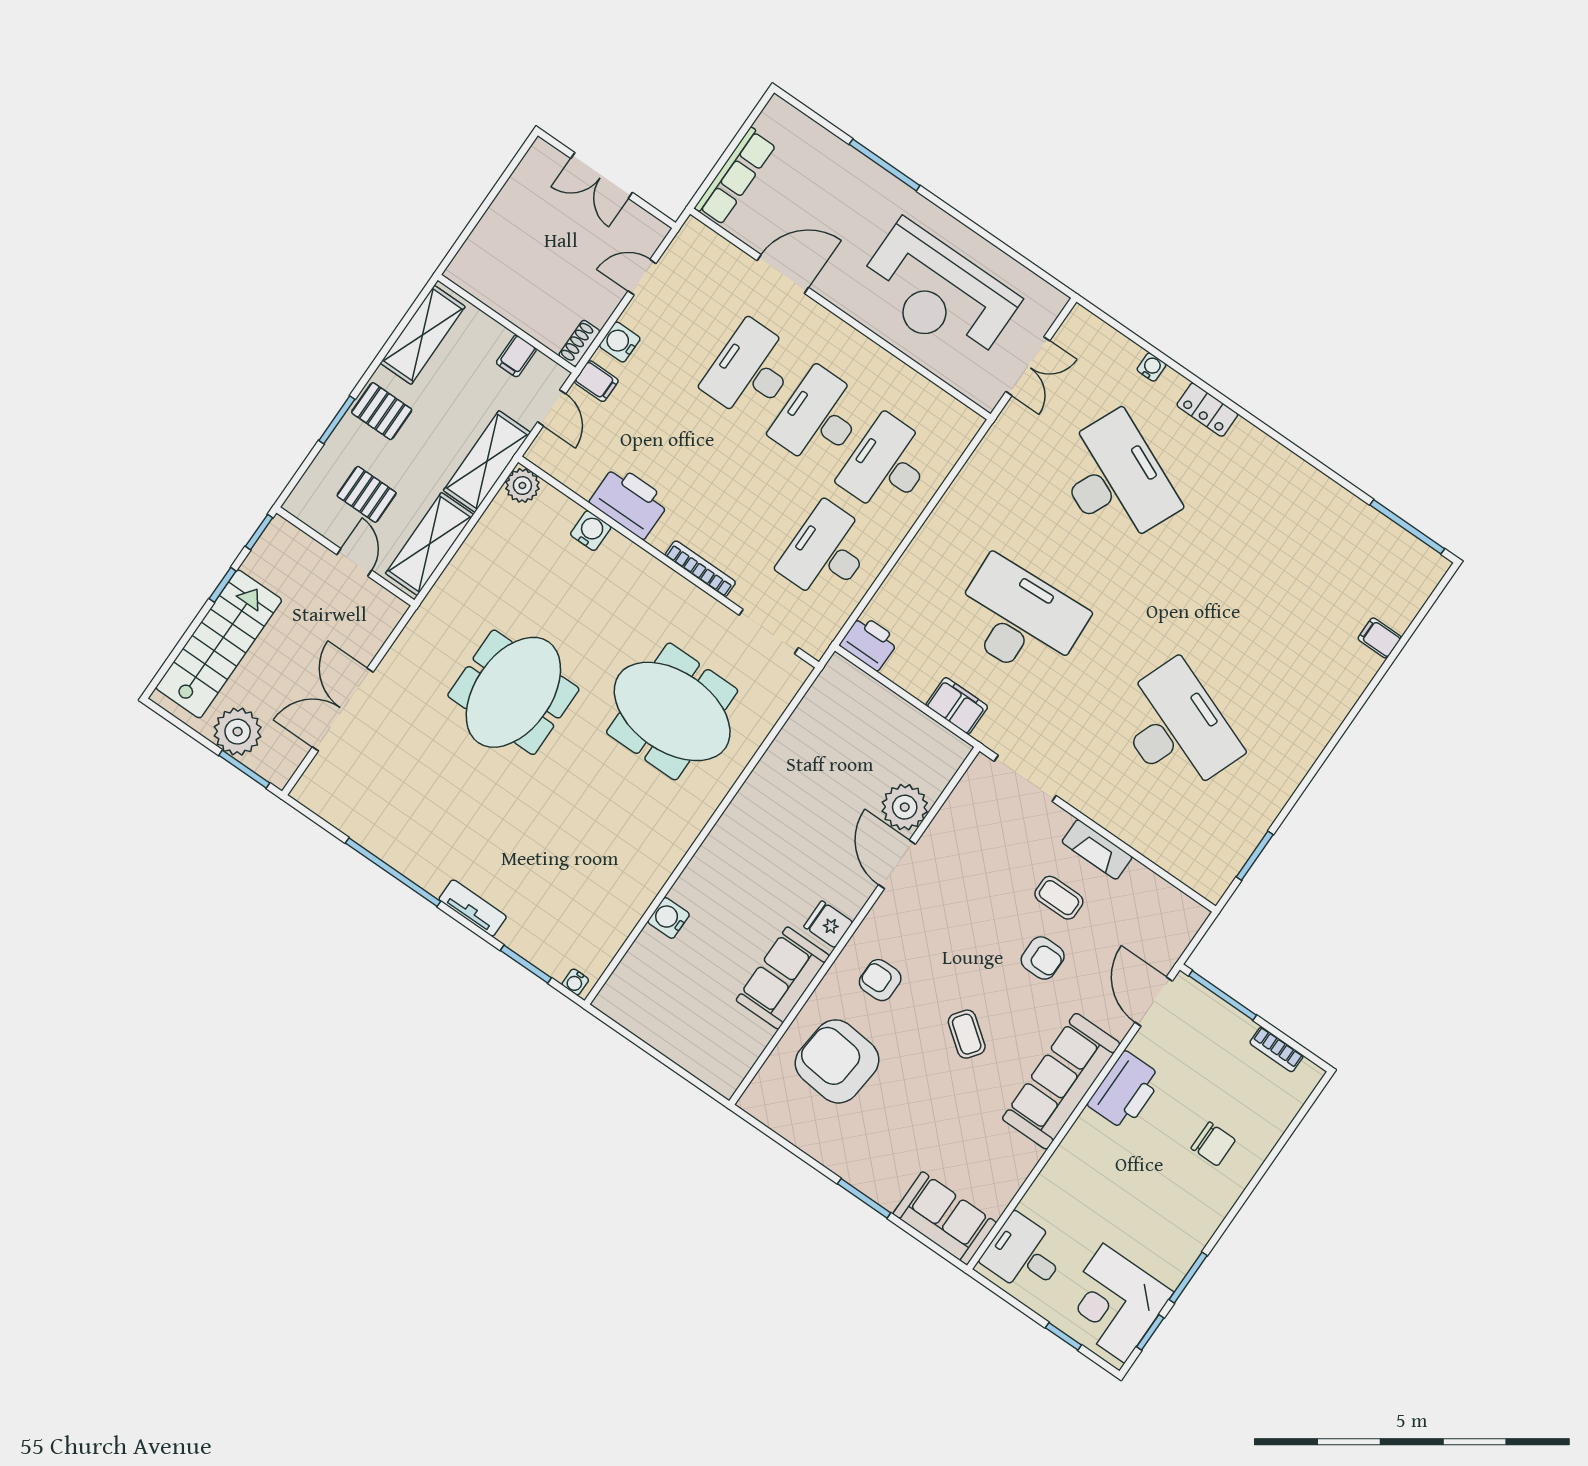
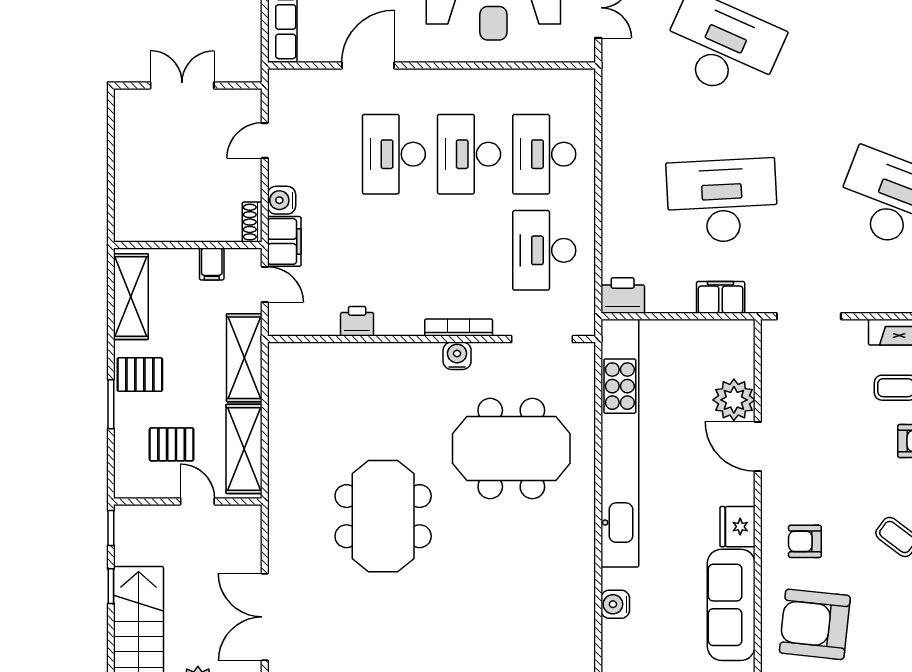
double door: (602, 175) -> (182, 85), swing flipped
filing cabinet: (596, 381) -> (284, 241), width x2.00
plant: (522, 486) -> (283, 357), removed
printer: (630, 502) -> (357, 321), width x0.53, depth x0.68
water cooler: (591, 531) -> (457, 356), moved
kitchen unit: (774, 775) -> (620, 443), added
fridge: (828, 924) -> (737, 527), width x1.38
sofa: (783, 978) -> (731, 605), width x1.36

